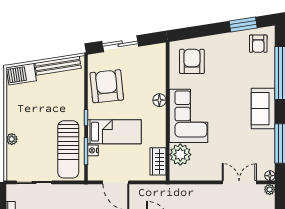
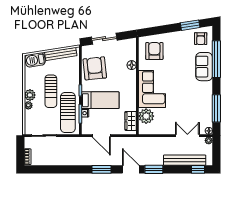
floor lamp: (159, 100) -> (132, 65), moved
sofa: (263, 109) -> (204, 67), moved
sun lounger: (44, 119) -> (51, 91), added
plant: (14, 124) -> (30, 95), added

